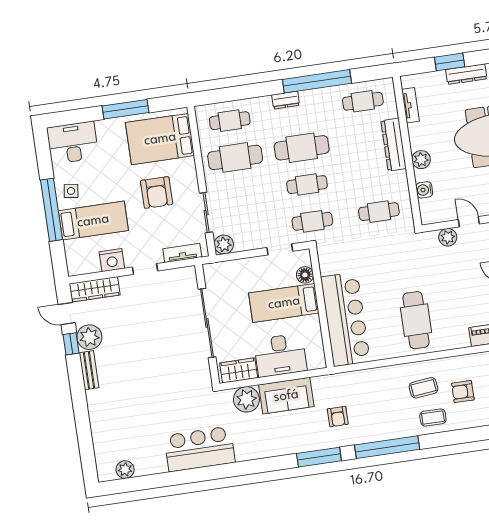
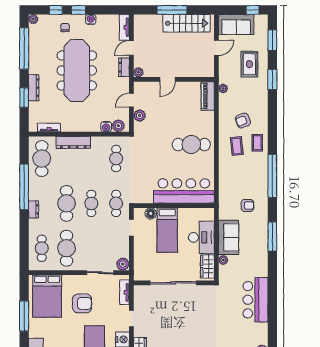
cafe table: (363, 101) -> (42, 159), width x1.37, depth x1.35
plant: (421, 160) -> (118, 126), moved
armchair: (463, 392) -> (243, 121), turned 70
plant: (246, 399) -> (223, 260), width x0.53, depth x0.53
window: (319, 457) -> (272, 236), moved

